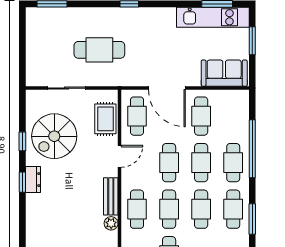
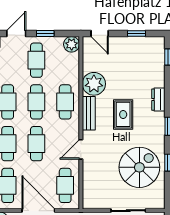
rug: (105, 119) -> (123, 114), moved
dresser: (33, 180) -> (158, 100), moved
plant: (111, 223) -> (94, 84), width x1.87, depth x1.87

